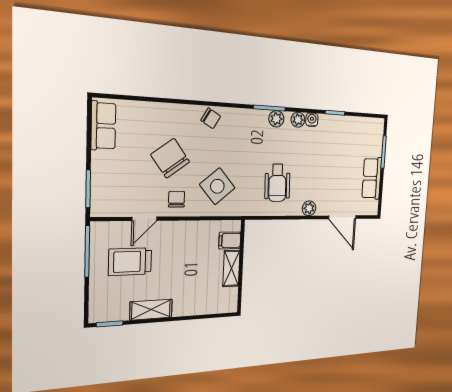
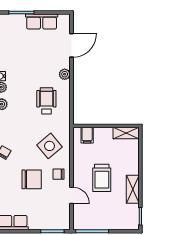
chair: (170, 158) -> (32, 179), turned -144
wheelchair: (277, 183) -> (46, 101), turned -88
trolley: (130, 262) -> (102, 178), moved
shelving: (231, 268) -> (126, 133), moved

